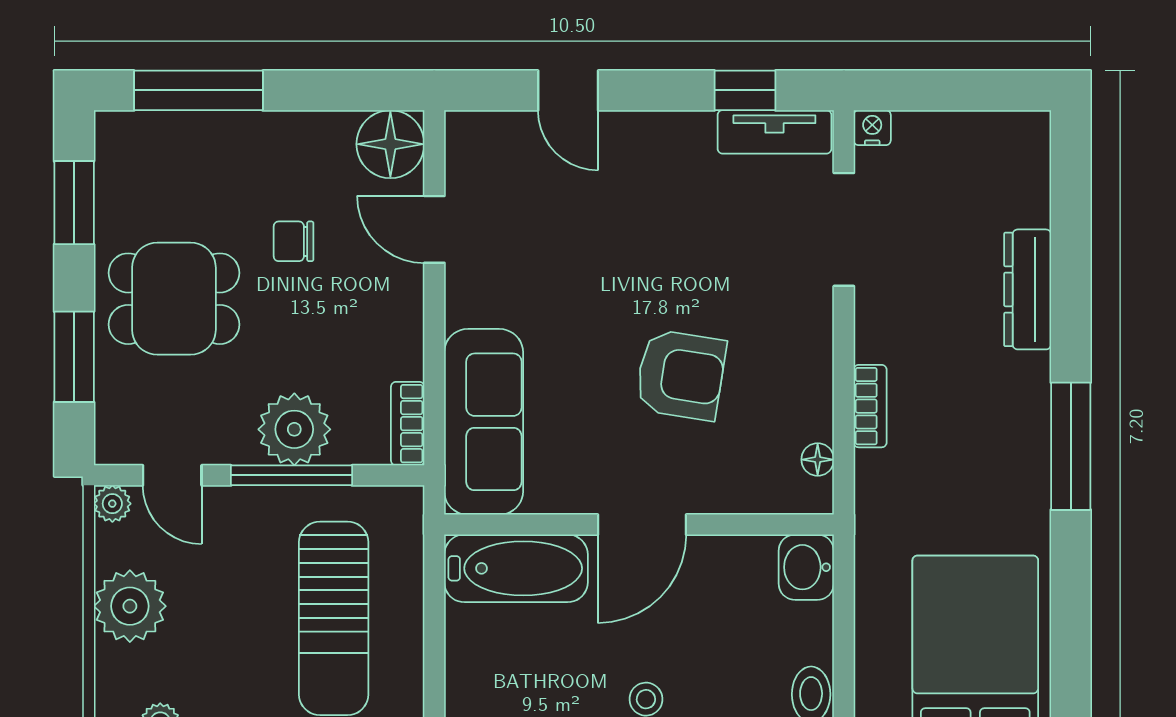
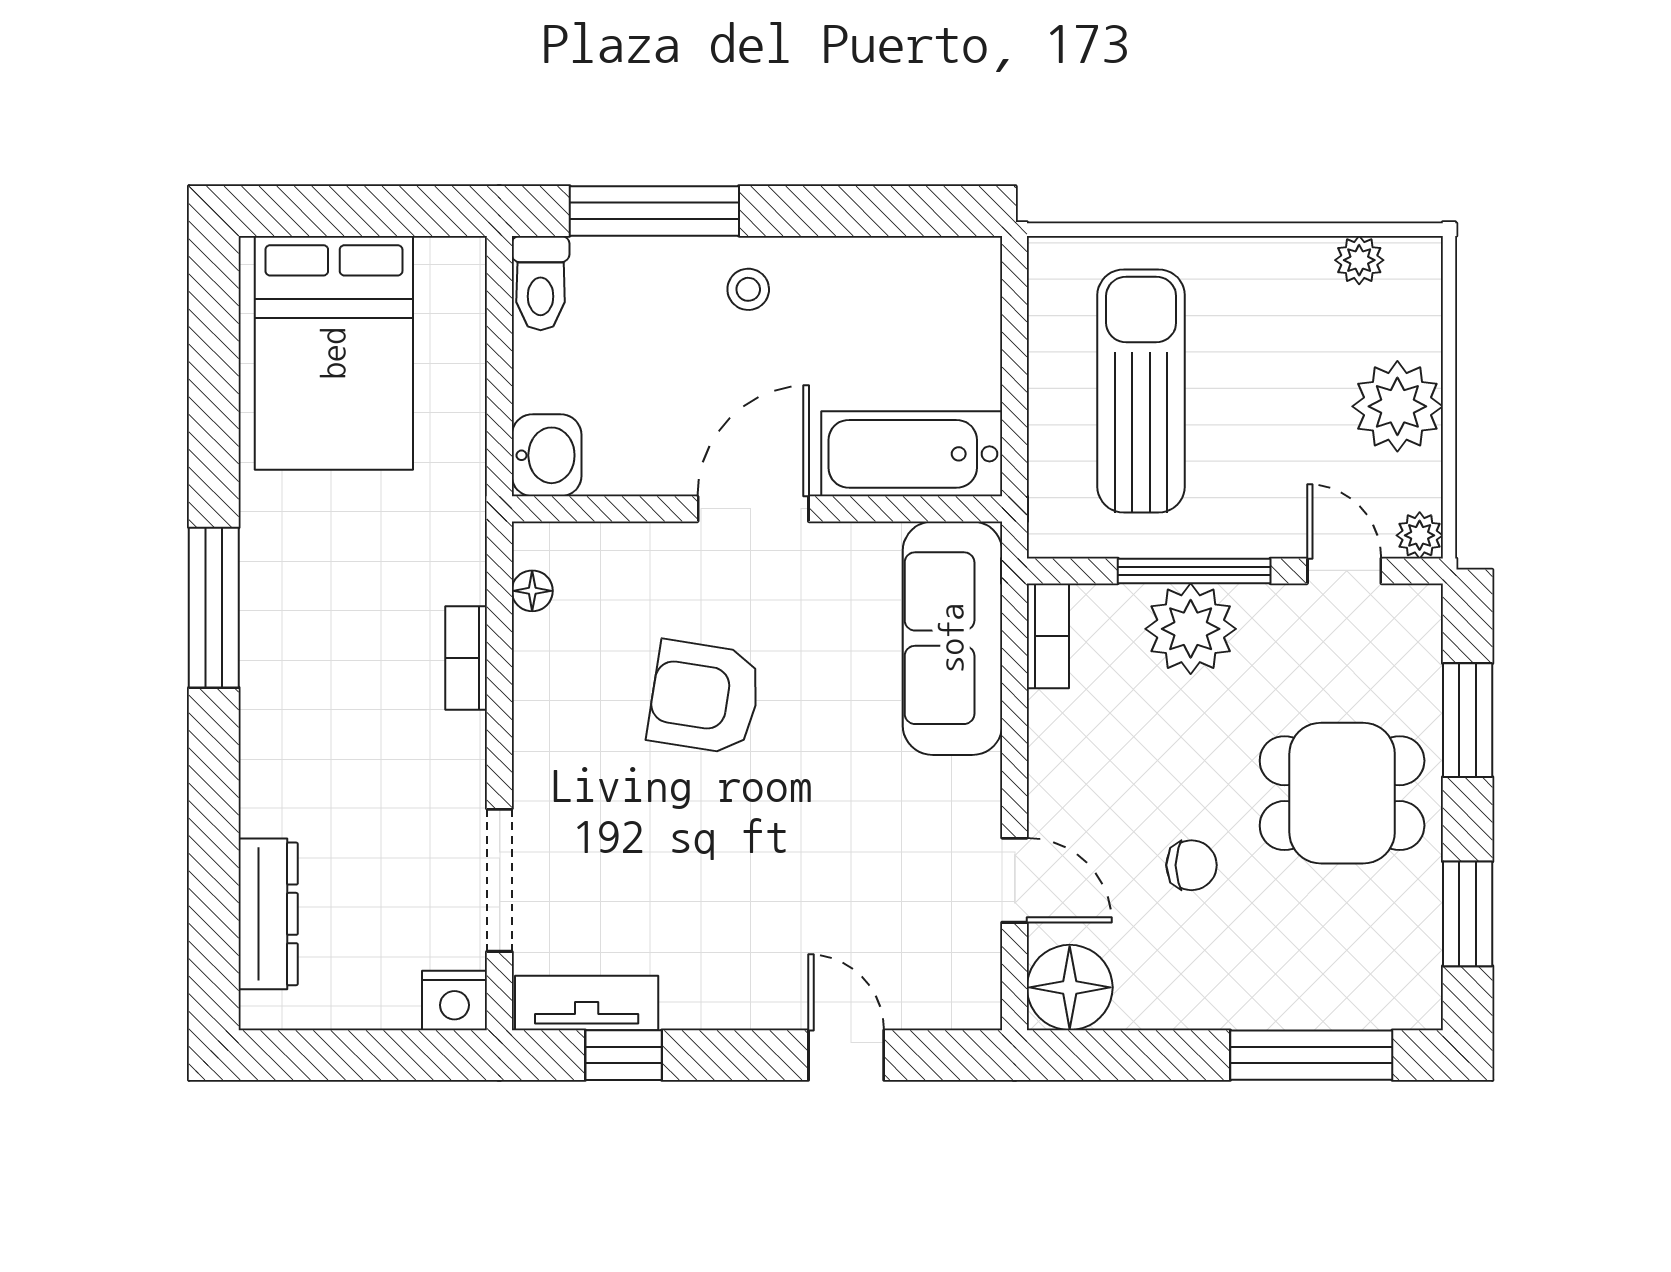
nightstand: (872, 128) -> (454, 1000), width x1.39, depth x1.35
dresser: (1028, 289) -> (268, 914), moved

